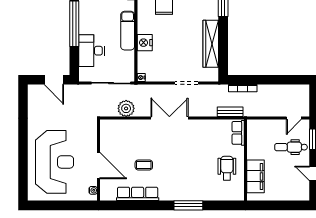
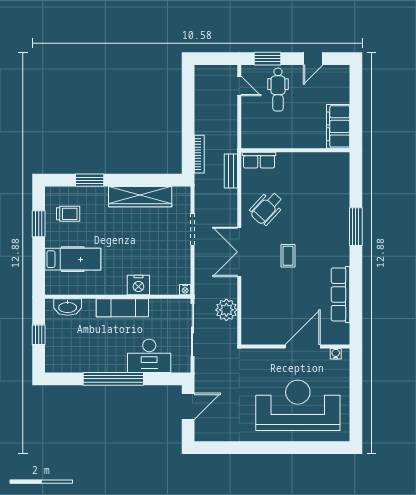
coffee table: (144, 165) -> (288, 256), moved
wheelchair: (227, 168) -> (267, 208), moved, turned -47
filing cabinet: (255, 176) -> (338, 126), moved, turned -90

